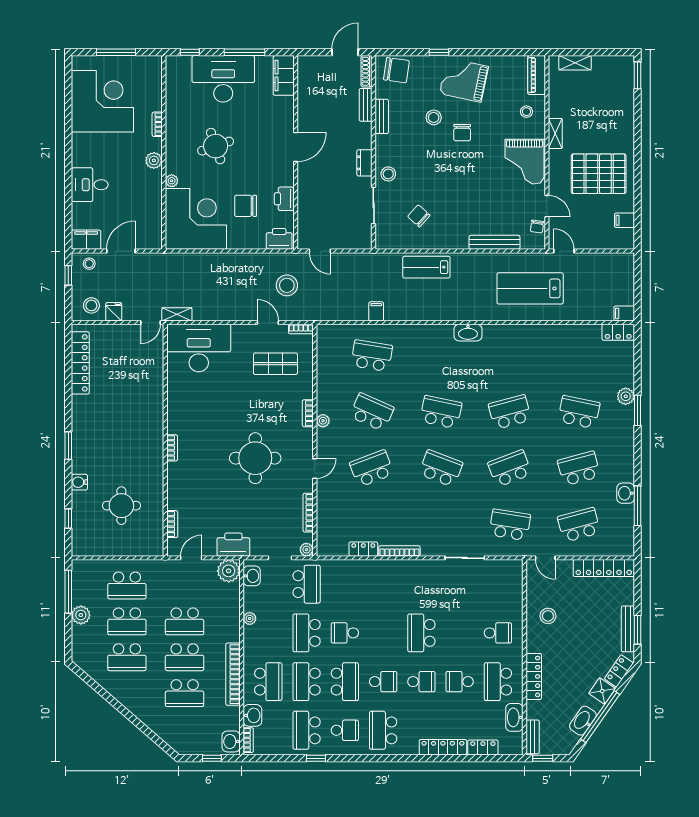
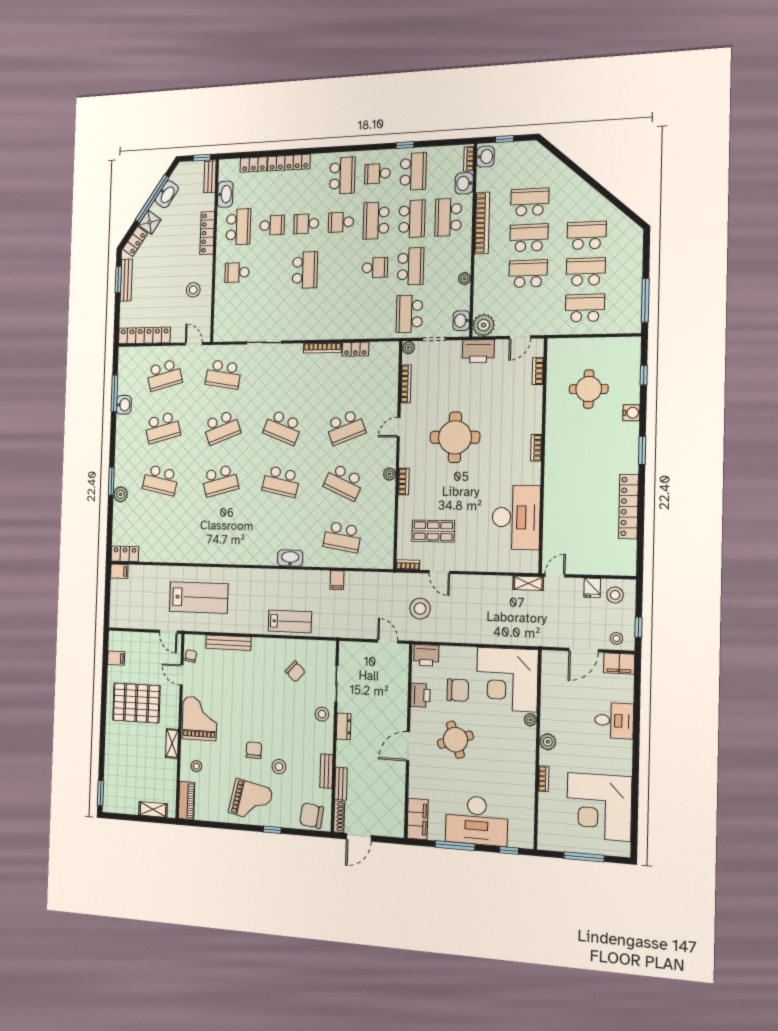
round table: (216, 146) -> (455, 740), moved
washbasin: (468, 333) -> (290, 558), moved
desk: (199, 348) -> (516, 517), moved, turned -90
locker: (80, 363) -> (628, 507), moved
plant: (81, 615) -> (633, 277), removed

